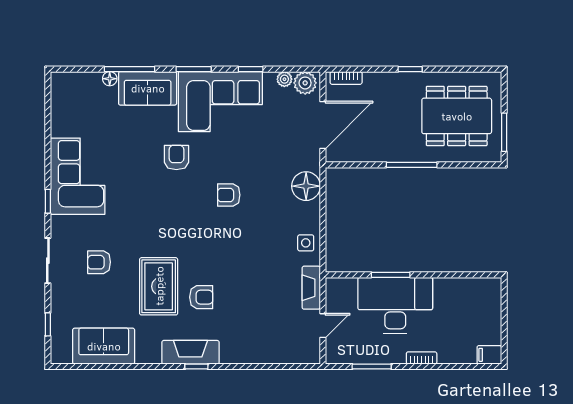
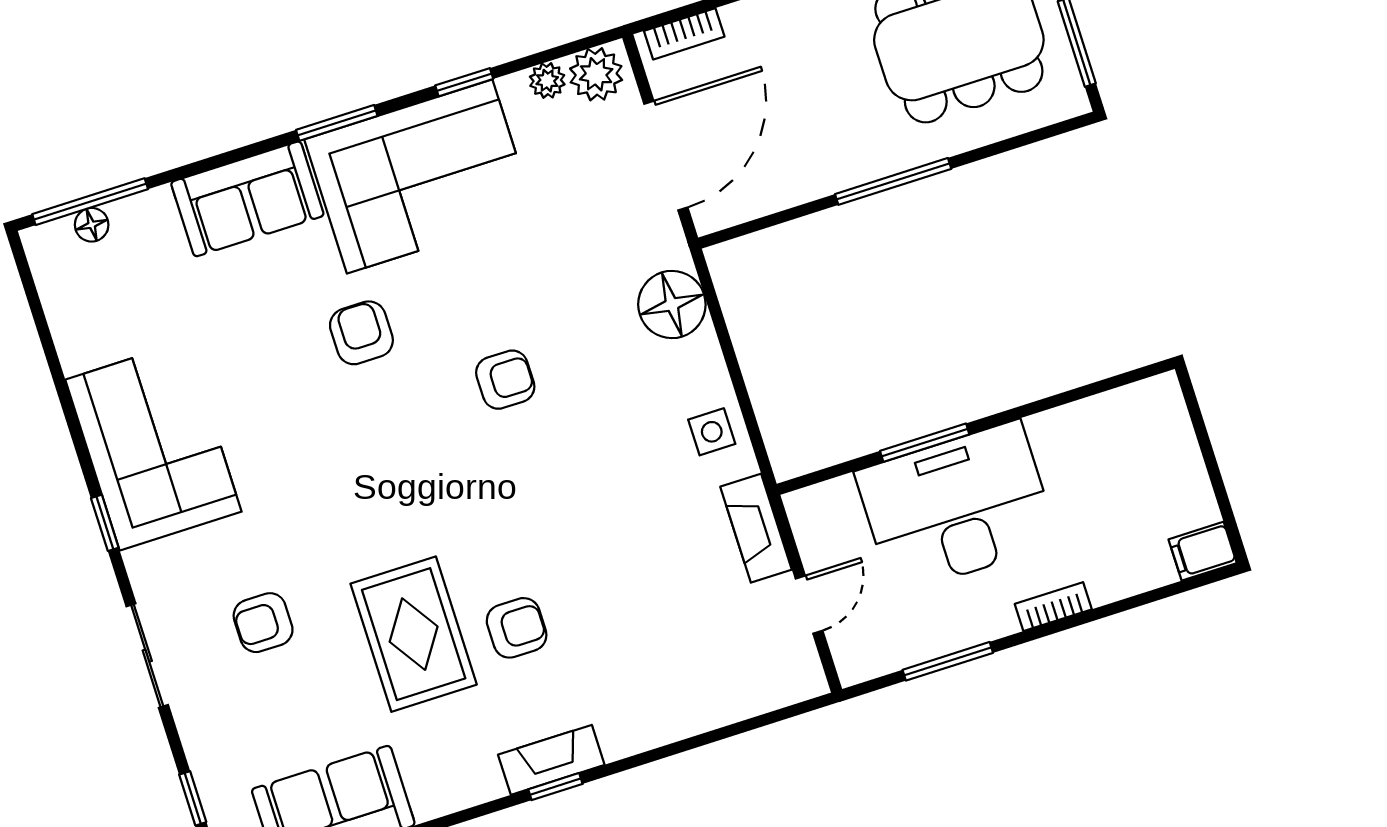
window: (130, 69) -> (90, 202), moved
floor lamp: (110, 79) -> (92, 225), moved
armchair: (229, 195) -> (505, 380), turned 180
fireplace: (190, 352) -> (551, 760), width x0.73, depth x0.76

